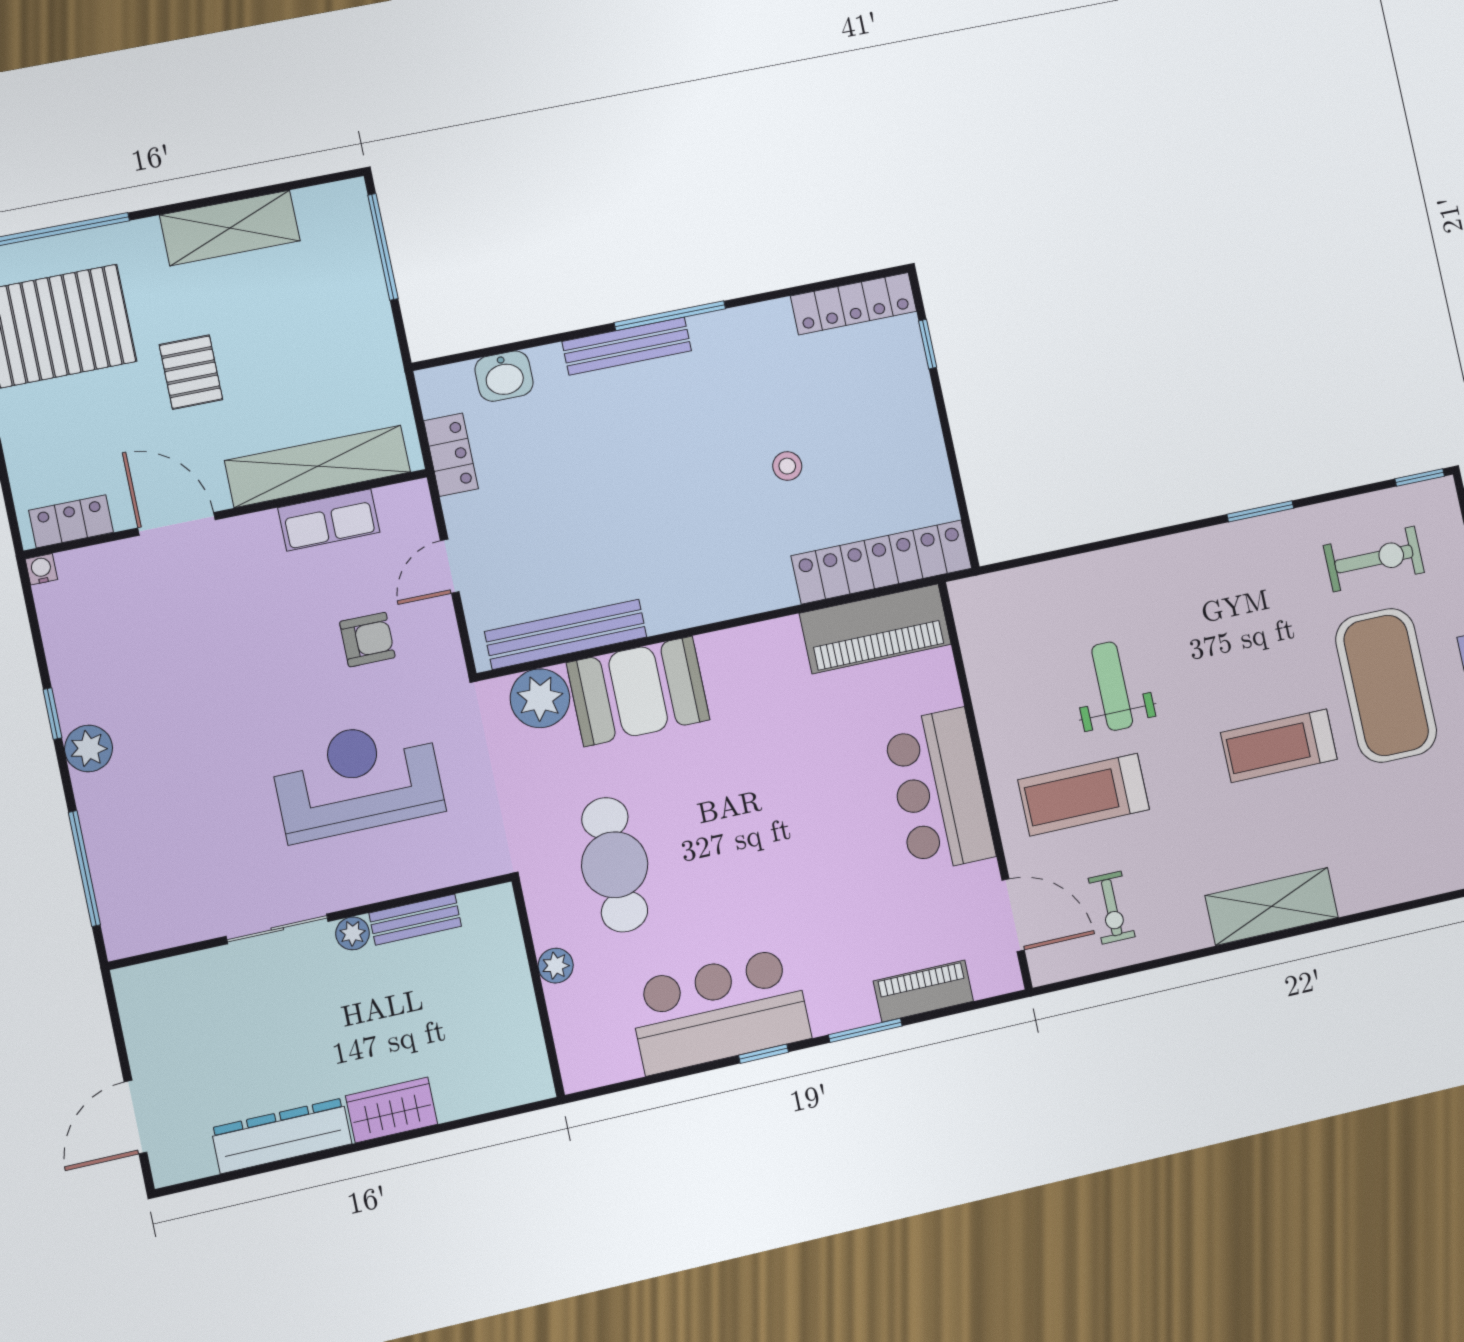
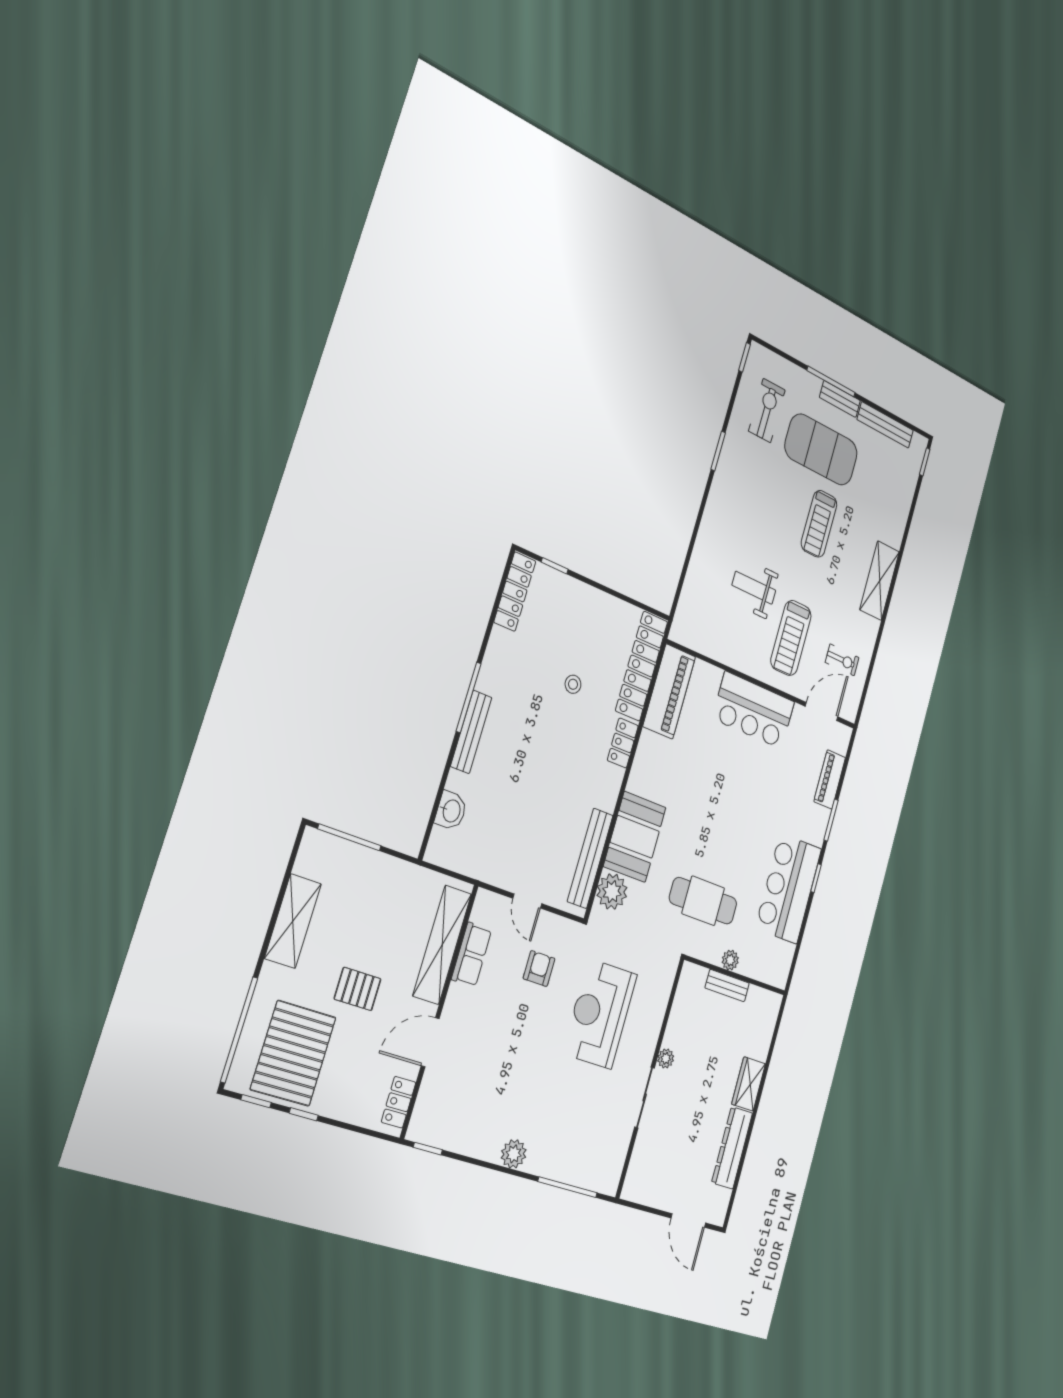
locker: (451, 455) -> (623, 743), moved, turned -90
water cooler: (41, 569) -> (414, 1133), removed
window: (53, 714) -> (428, 1149), moved
bench: (415, 920) -> (727, 986), moved, turned 90

